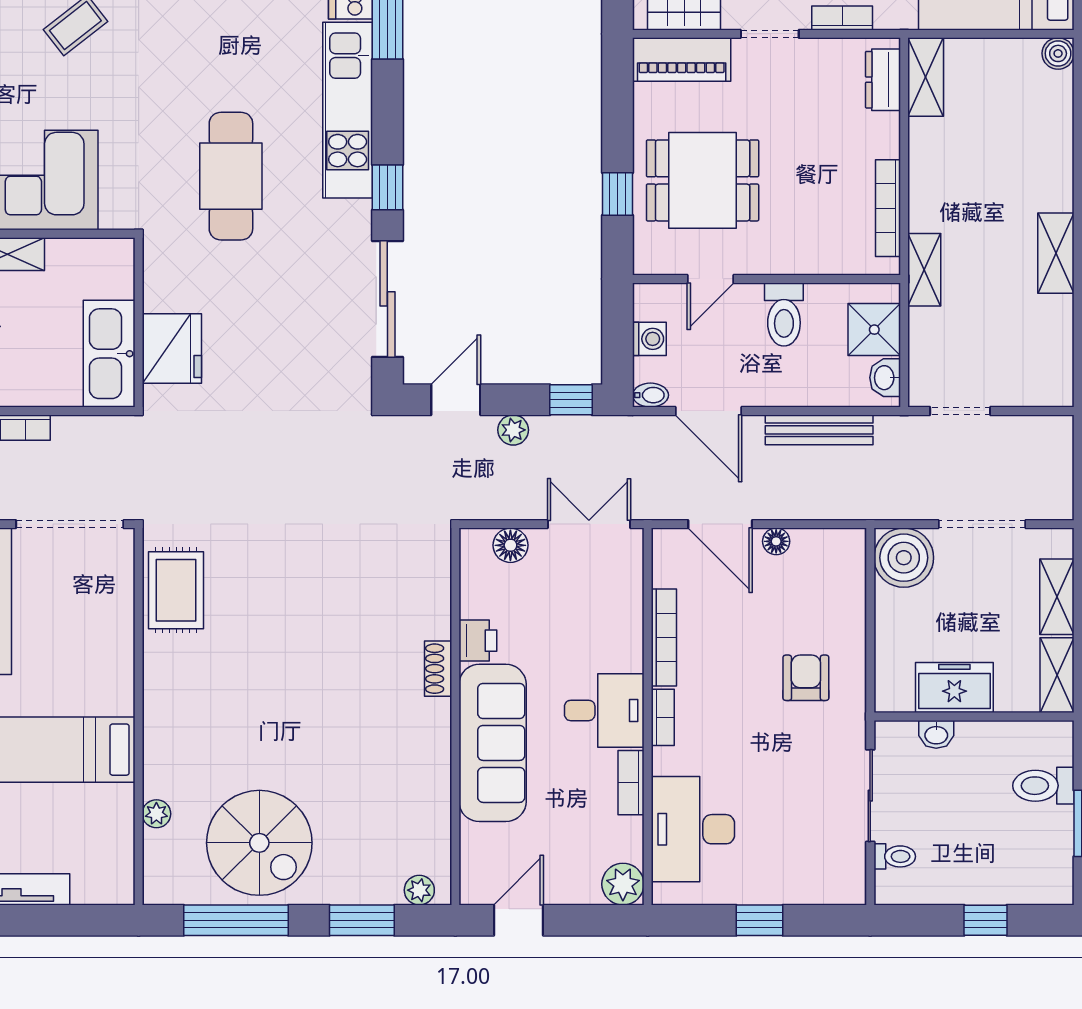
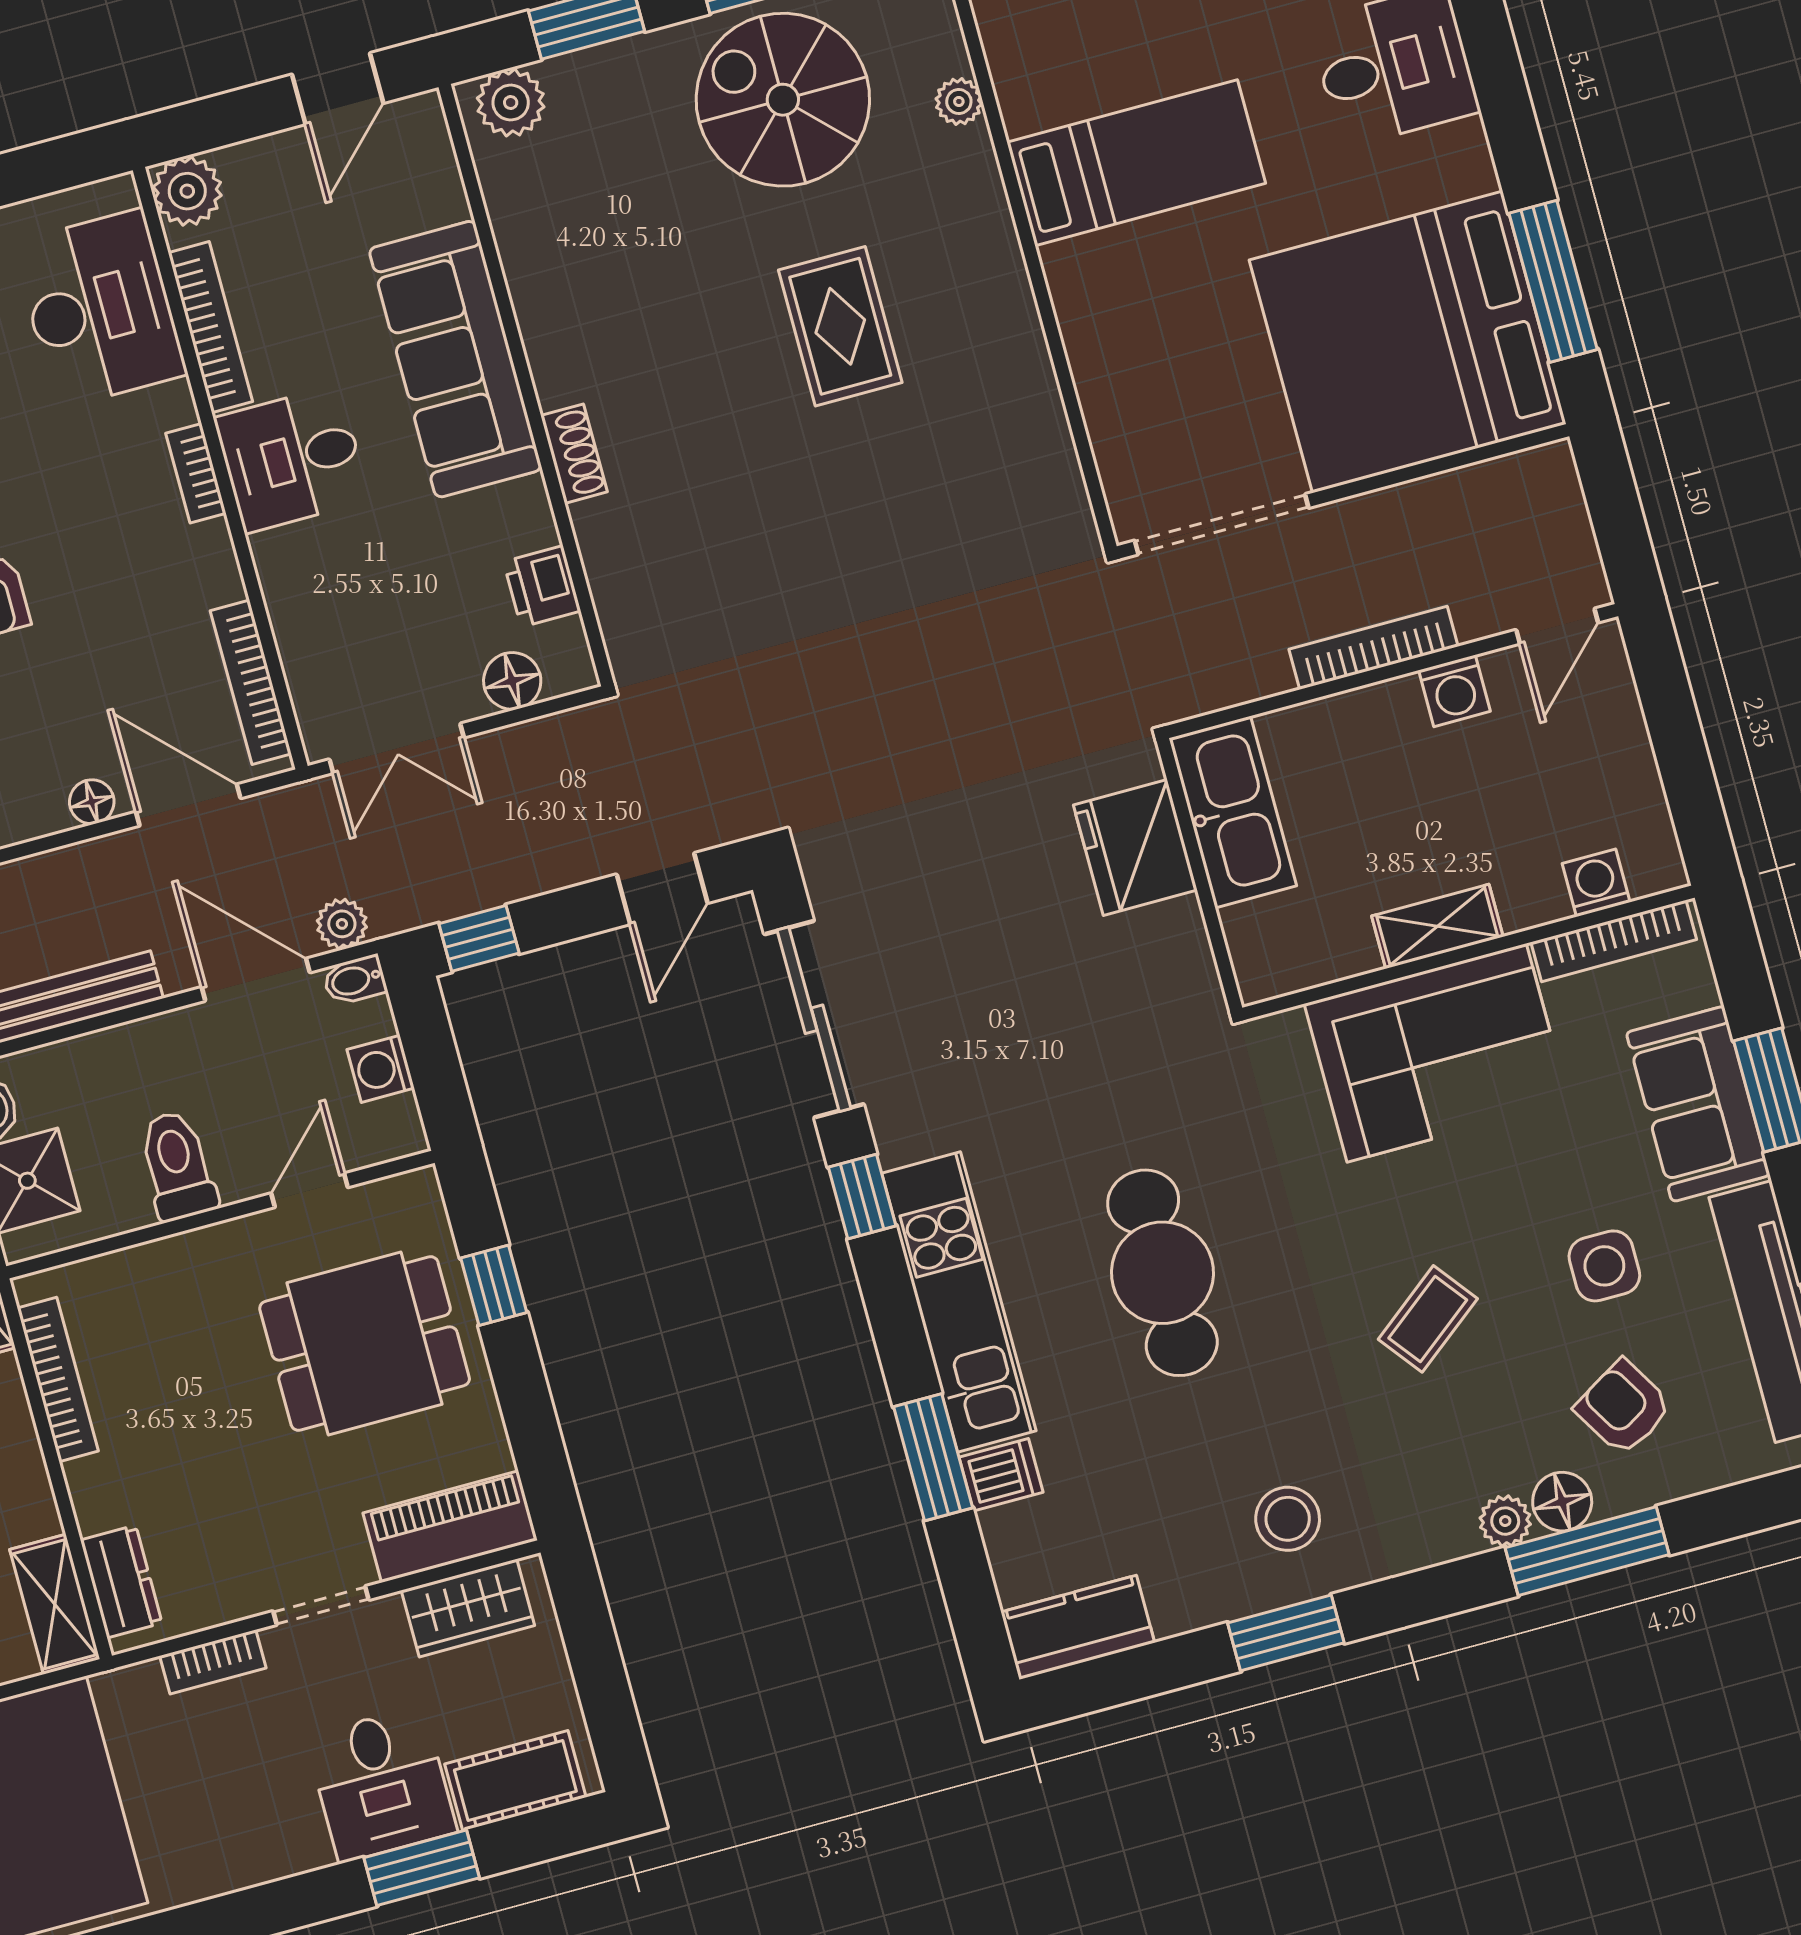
cafe table: (231, 176) -> (1162, 1273), moved
plant: (513, 430) -> (342, 924), moved
rug: (176, 590) -> (840, 326), moved
bookcase: (664, 638) -> (251, 682), moved
printer: (478, 641) -> (542, 586), moved
bookcase: (631, 783) -> (210, 327), width x1.56
plant: (419, 890) -> (511, 103), width x1.38, depth x1.38

